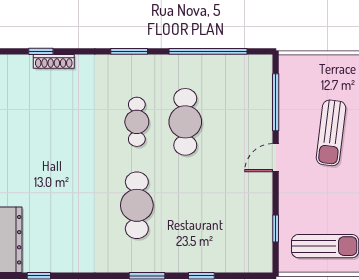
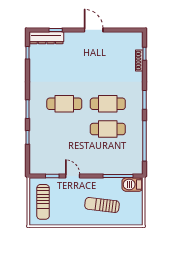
barbecue: (292, 74) -> (132, 185), added
cafe table: (137, 122) -> (108, 104), width x1.37, depth x1.35
door: (276, 158) -> (73, 176), moved

